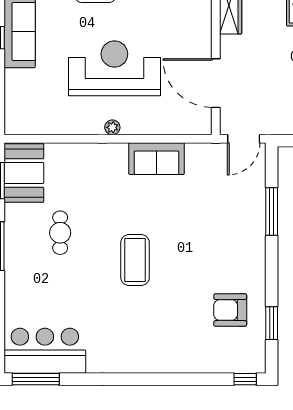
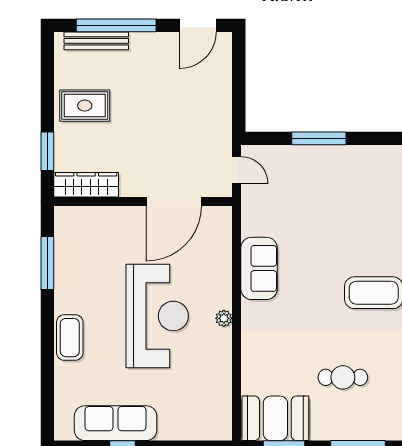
reception desk: (114, 68) -> (157, 316), turned 180
door: (244, 139) -> (237, 170), width x0.73

